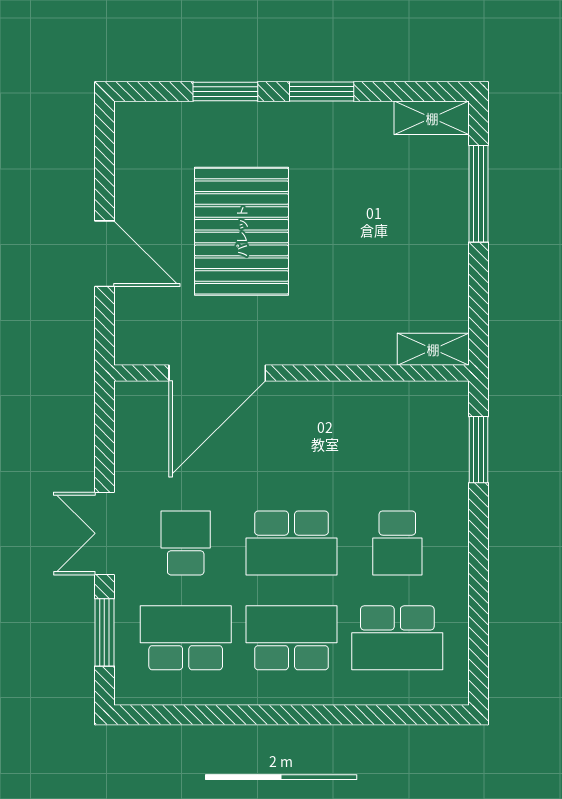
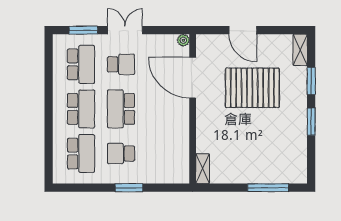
shelving: (432, 118) -> (300, 50), moved
door: (104, 254) -> (243, 30), hinge flipped
plant: (128, 395) -> (183, 40), added
window: (479, 450) -> (129, 188), moved
school desk: (397, 638) -> (81, 154), turned 180

